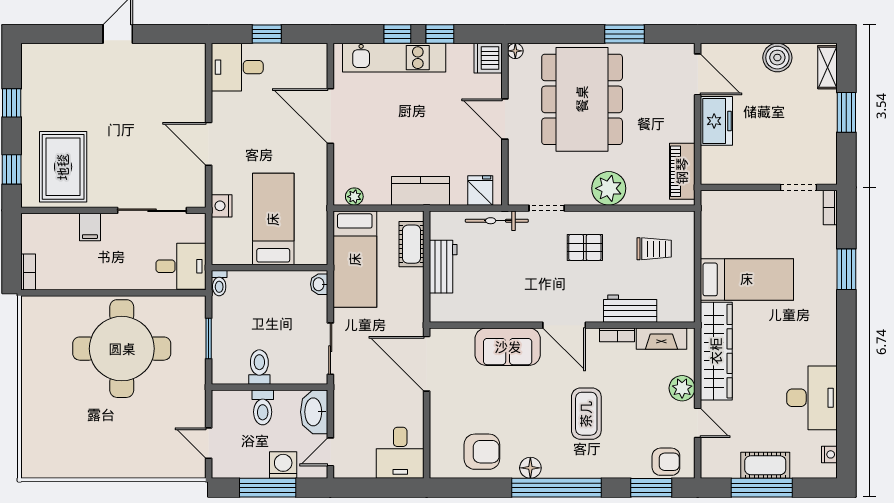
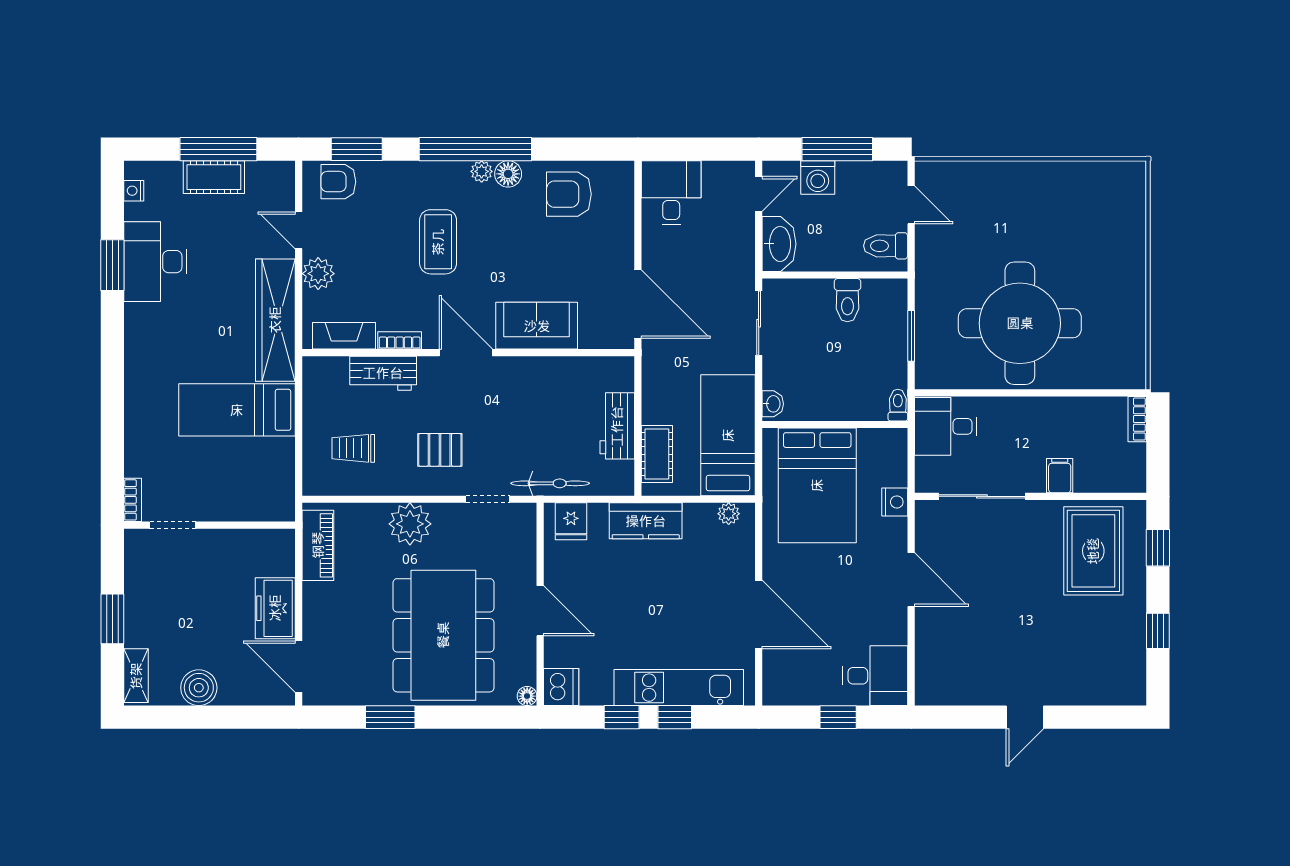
bed: (273, 219) -> (817, 485), width x1.50
window: (846, 269) -> (112, 265), moved
toilet: (263, 407) -> (886, 246), moved, turned -90
plant: (552, 470) -> (482, 171), added

